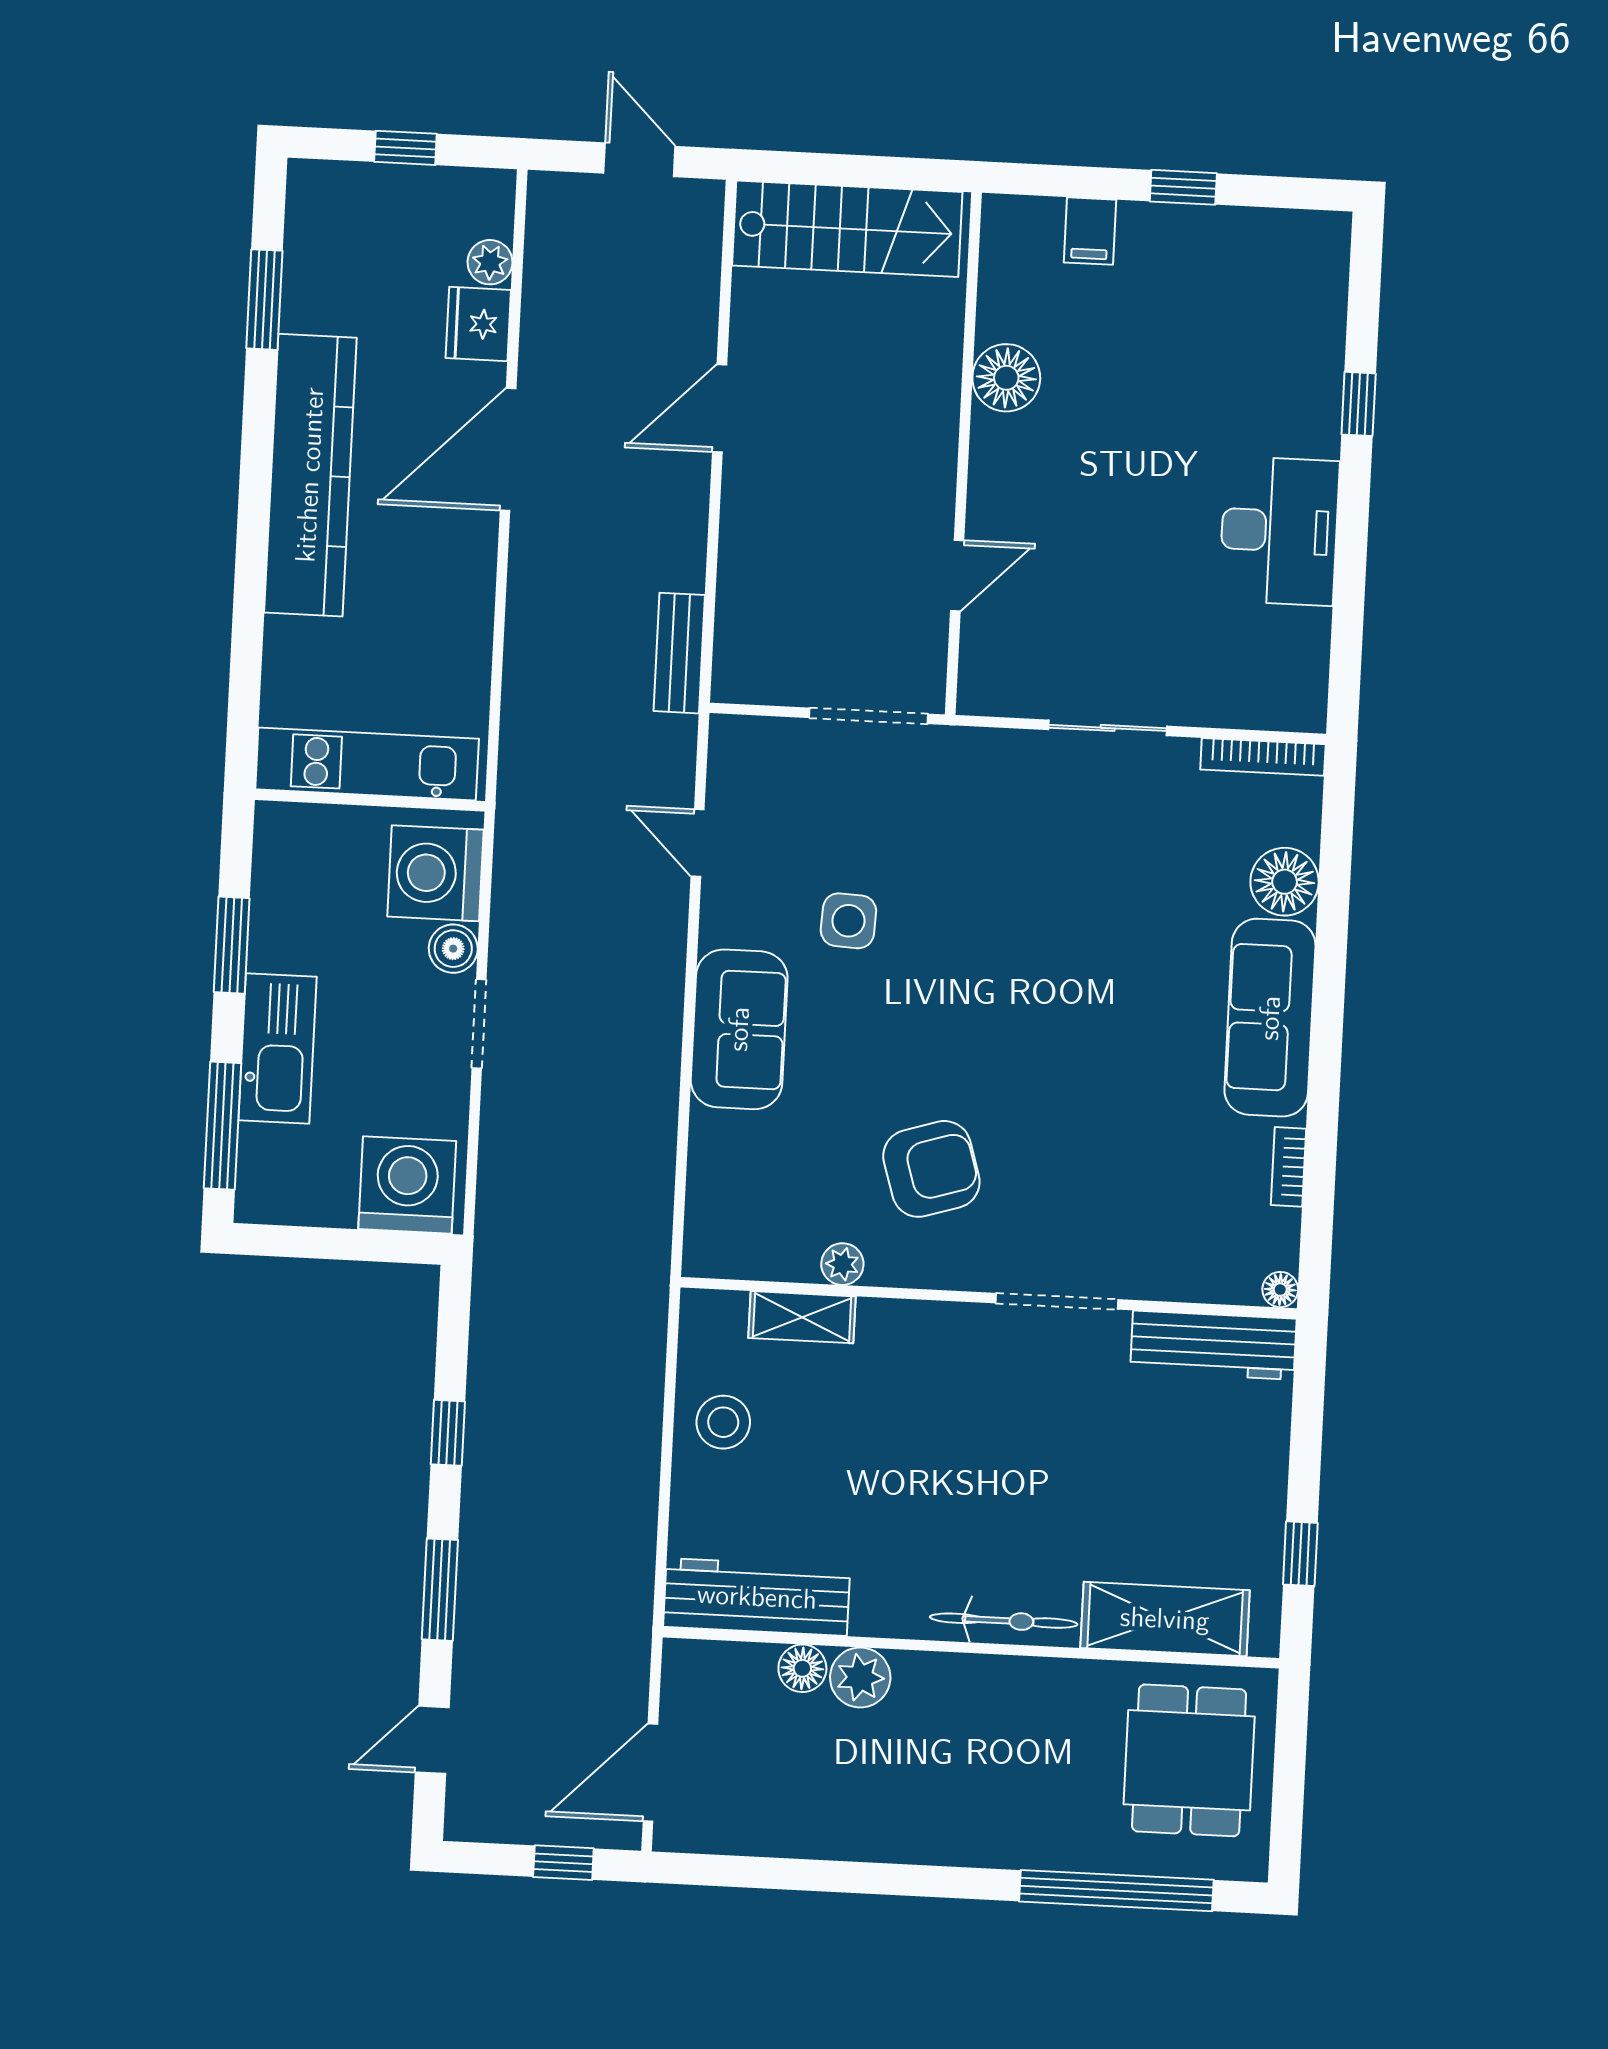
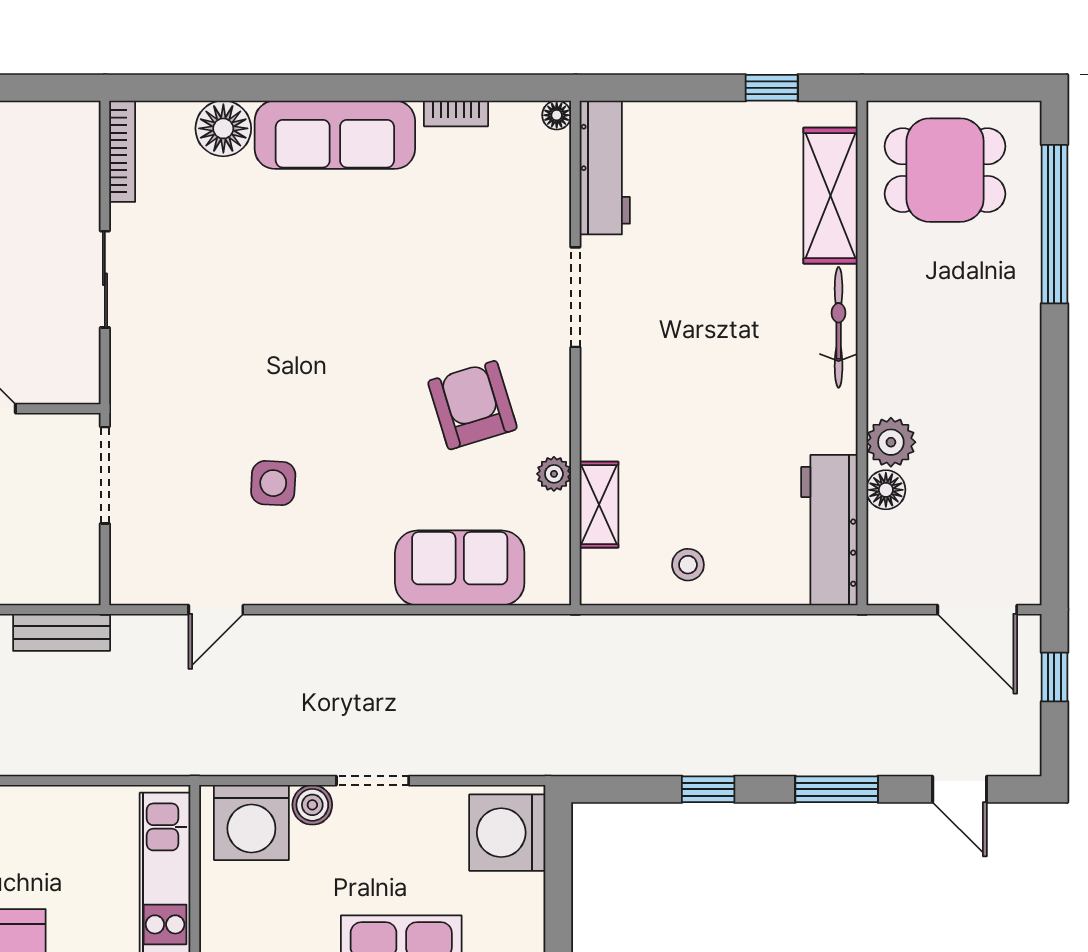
sofa: (739, 1029) -> (460, 568), moved
stool: (723, 1422) -> (688, 565), width x0.73, depth x0.73

